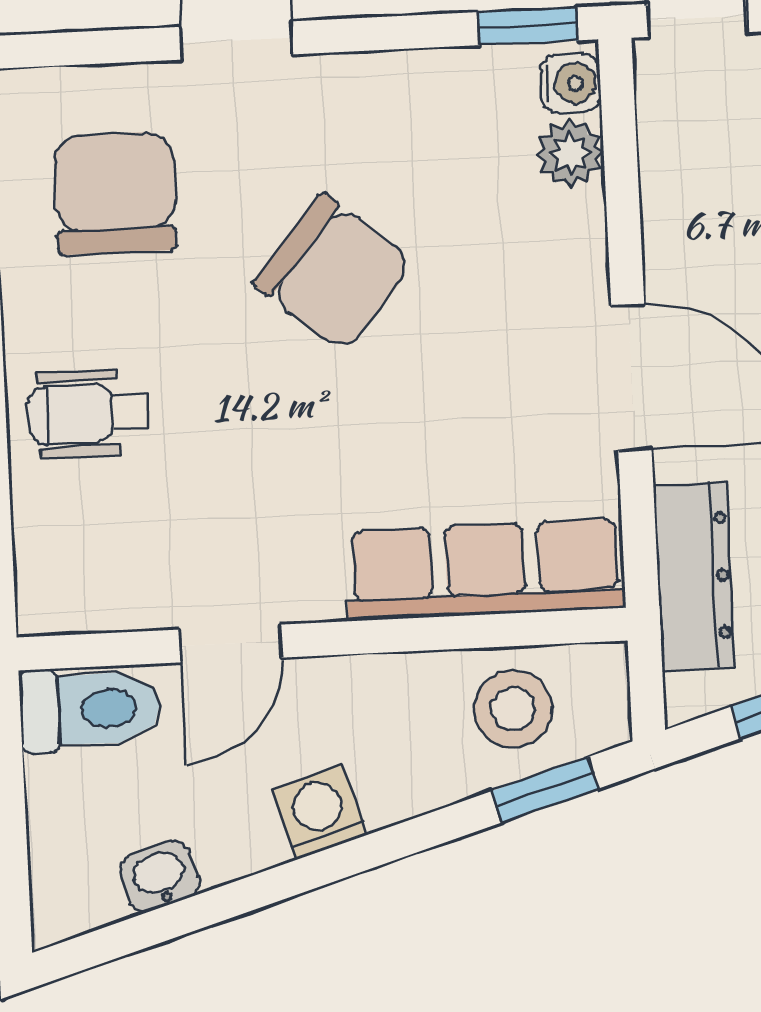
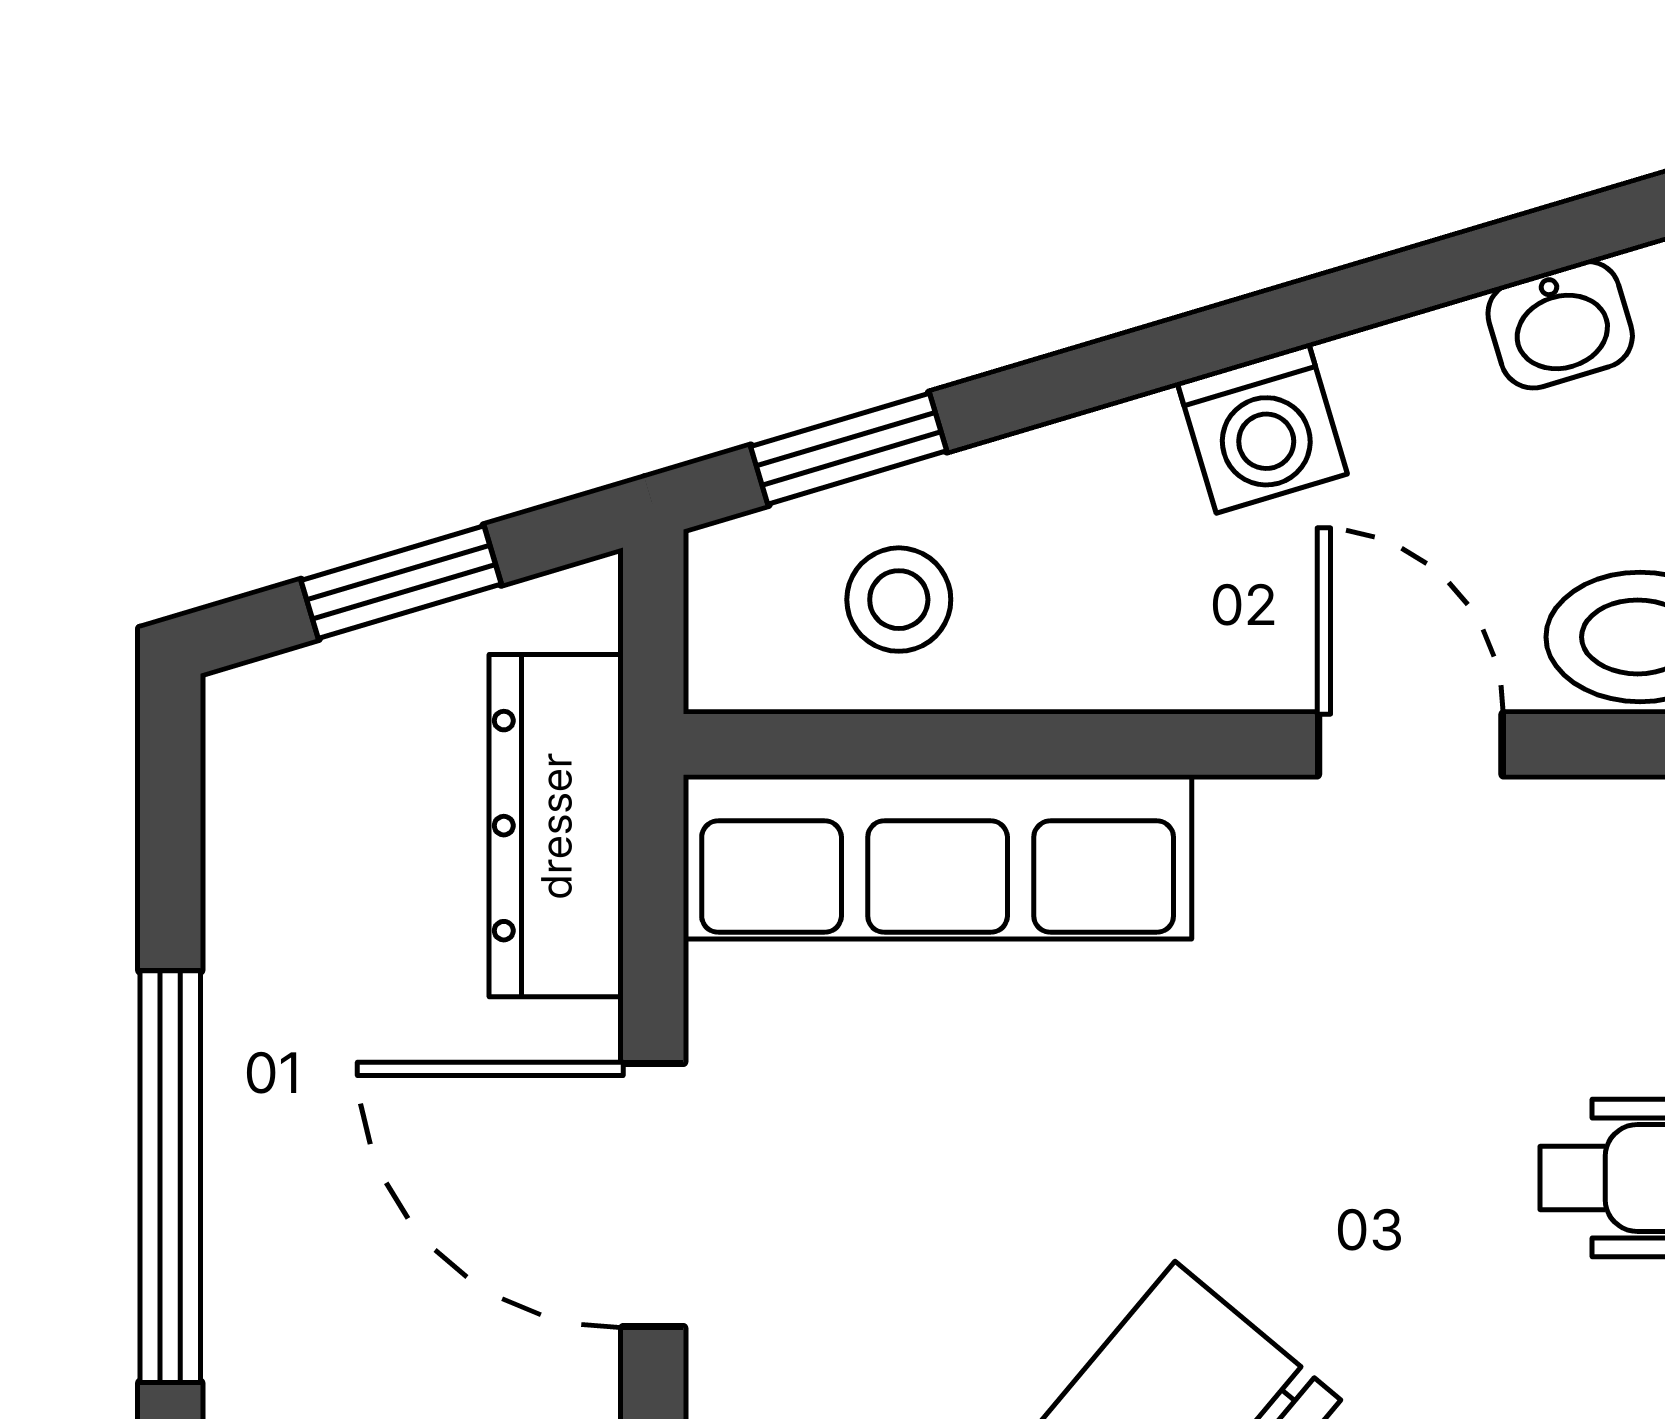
door: (230, 644) -> (1410, 744), hinge flipped
stool: (513, 709) -> (899, 600), width x0.73, depth x0.73

